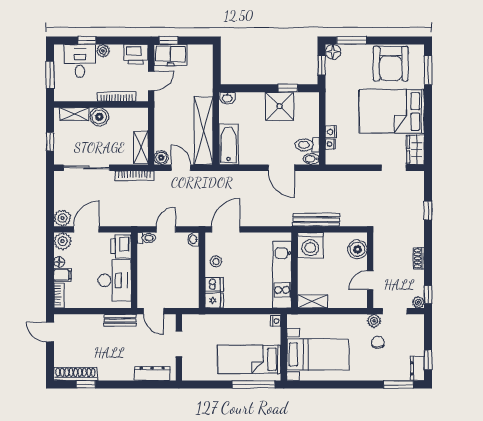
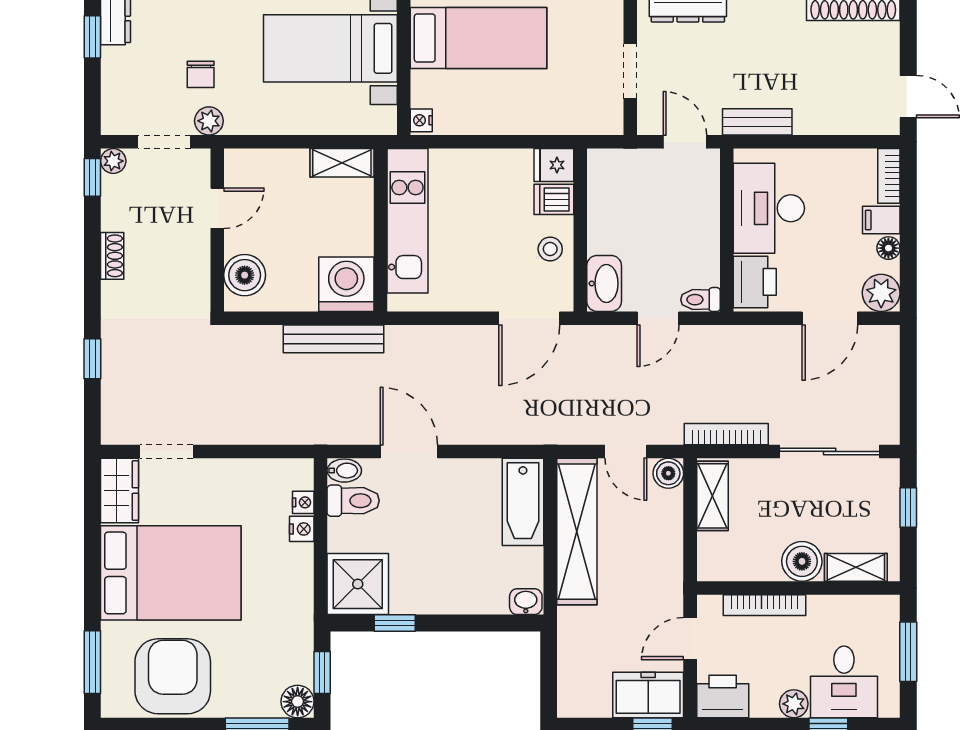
shower: (280, 106) -> (358, 584), moved
plant: (62, 218) -> (881, 343), removed
washbasin: (193, 239) -> (604, 283), width x1.91, depth x1.45

